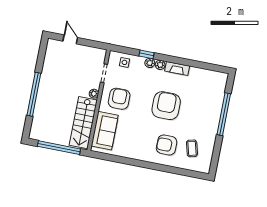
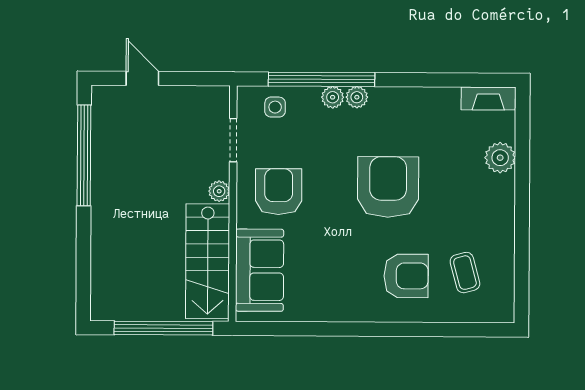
window: (147, 54) -> (321, 79), width x3.17
fireplace: (177, 68) -> (488, 98), moved
window: (34, 94) -> (84, 155), moved
plant: (216, 102) -> (500, 158), added
window: (224, 114) -> (522, 181), removed
armchair: (167, 145) -> (406, 276), turned 180

